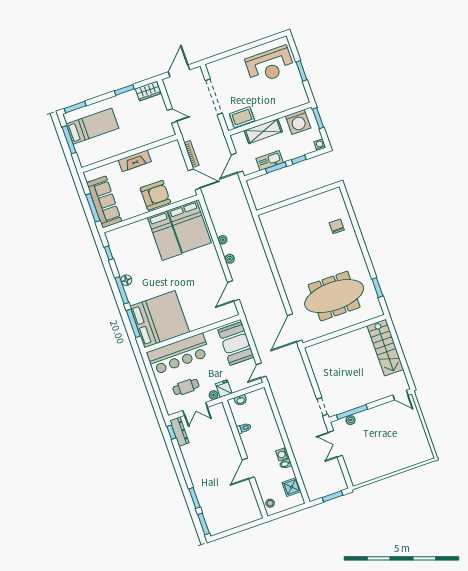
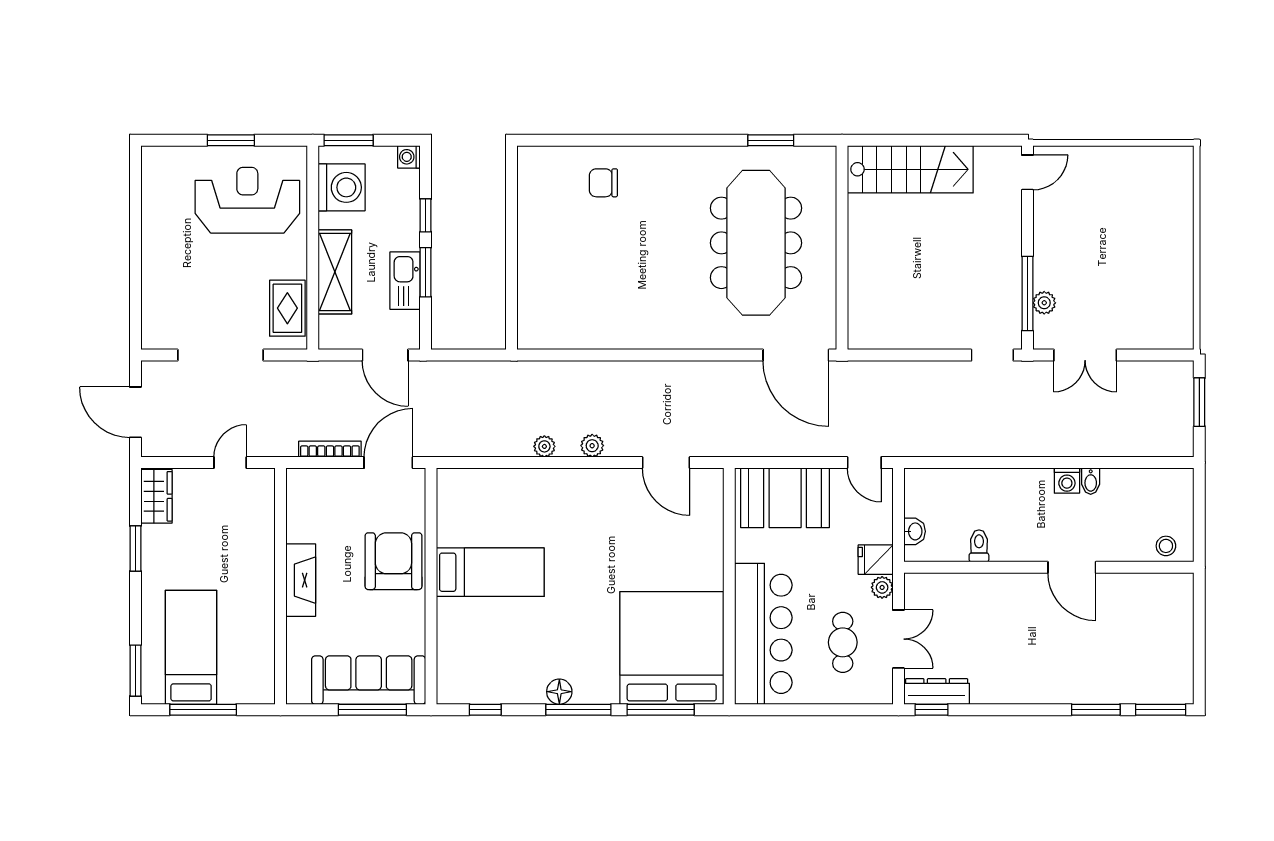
reception desk: (270, 65) -> (247, 200), moved, turned -90
bed: (189, 227) -> (489, 510), removed
shower: (292, 487) -> (1147, 486), removed

